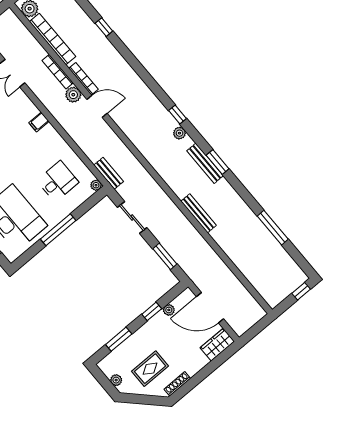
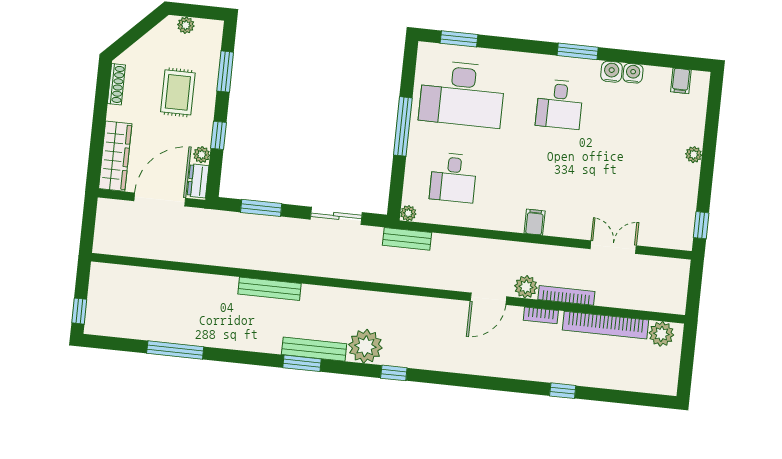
bookcase: (84, 79) -> (541, 315), width x0.64
plant: (179, 133) -> (365, 346), width x1.87, depth x1.87
dresser: (183, 299) -> (198, 181), added
wardrobe: (217, 345) -> (115, 156), width x1.50
rug: (150, 369) -> (178, 92), moved

